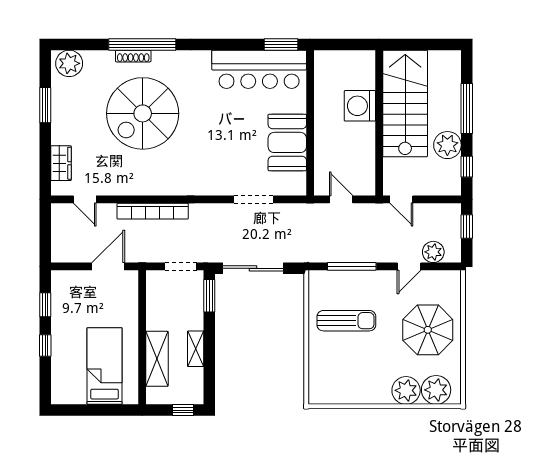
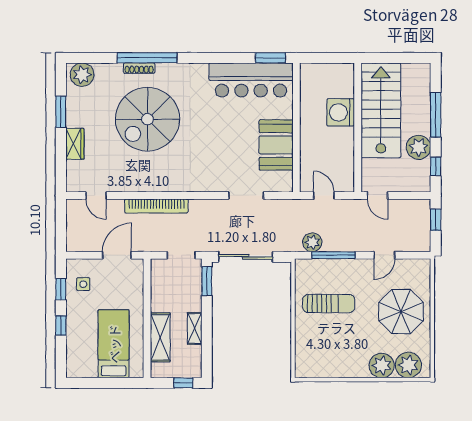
wardrobe: (61, 163) -> (75, 144), moved
plant: (433, 252) -> (312, 242), moved
side table: (70, 299) -> (83, 284), added

